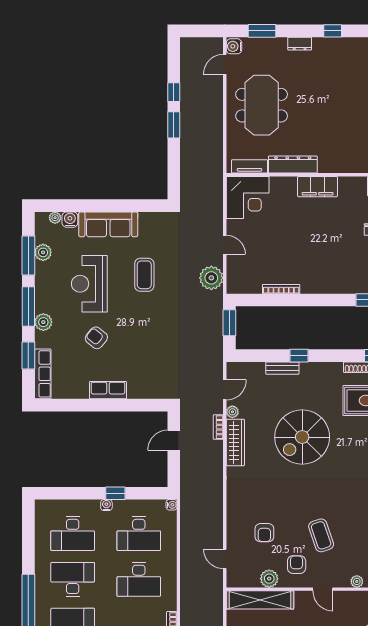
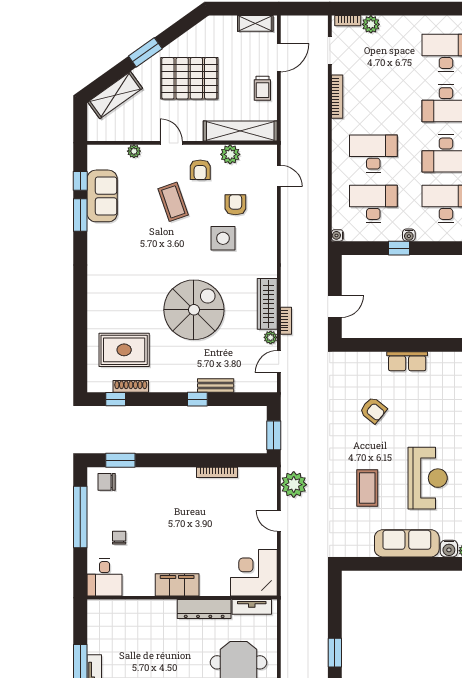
armchair: (96, 338) -> (373, 410), moved
side table: (276, 502) -> (223, 238), added

